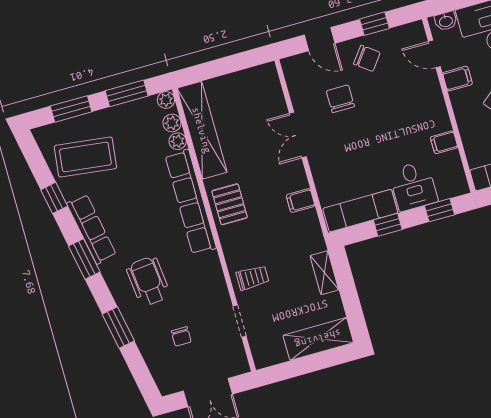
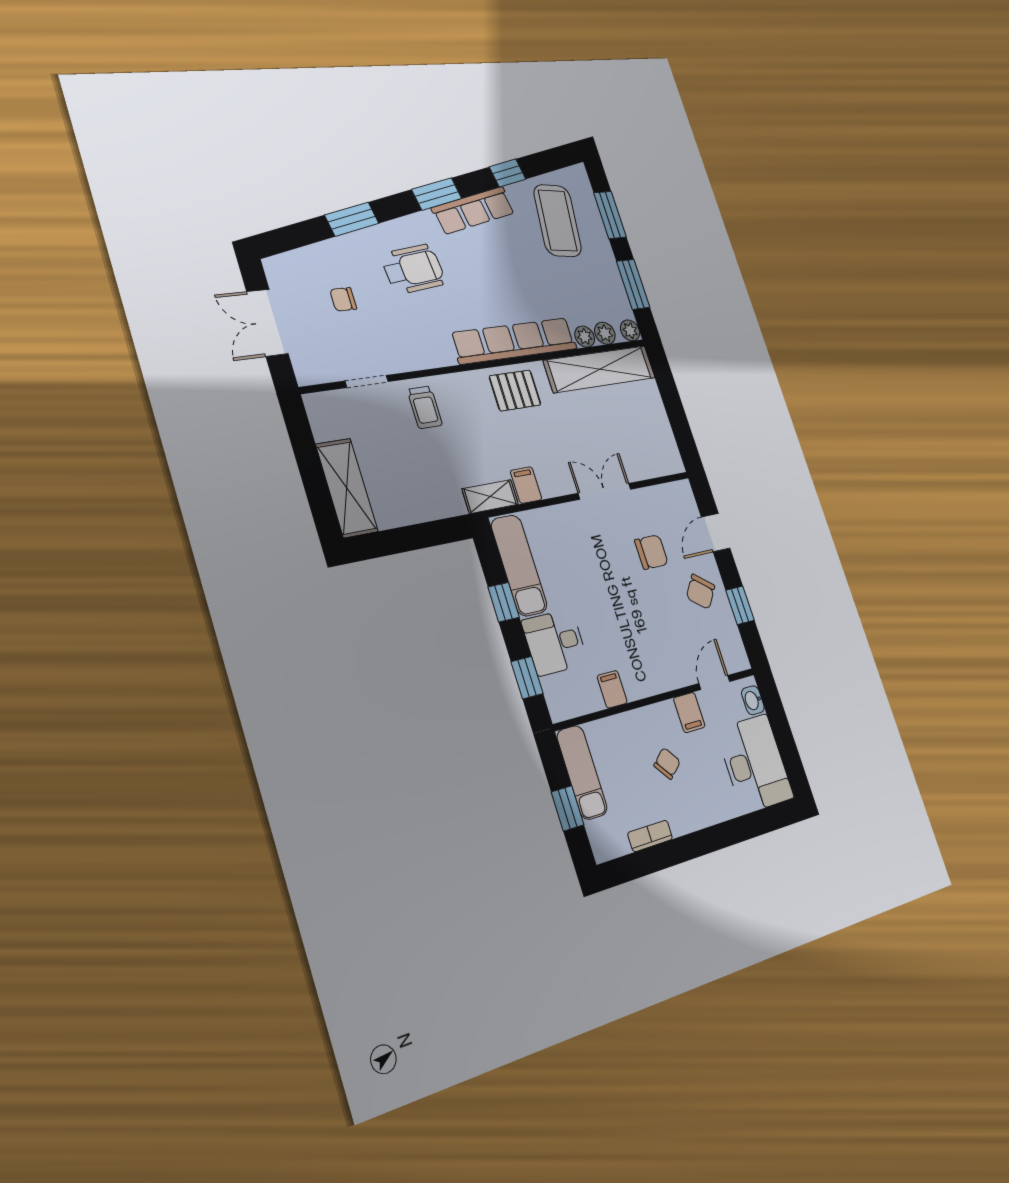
shelving: (324, 273) -> (490, 497), moved

